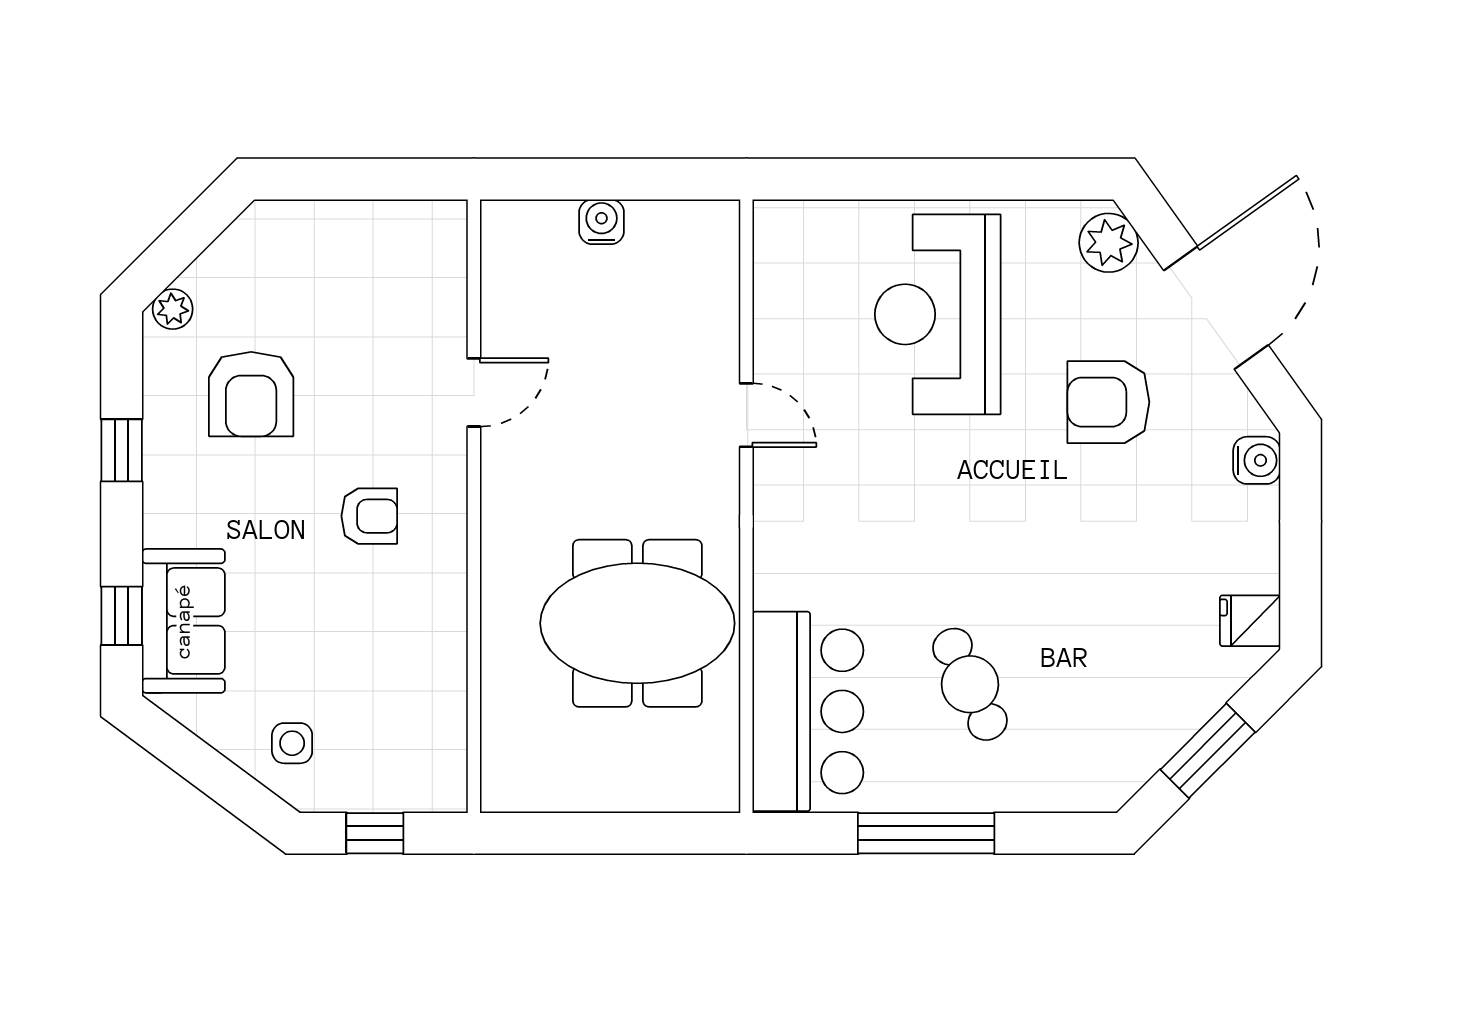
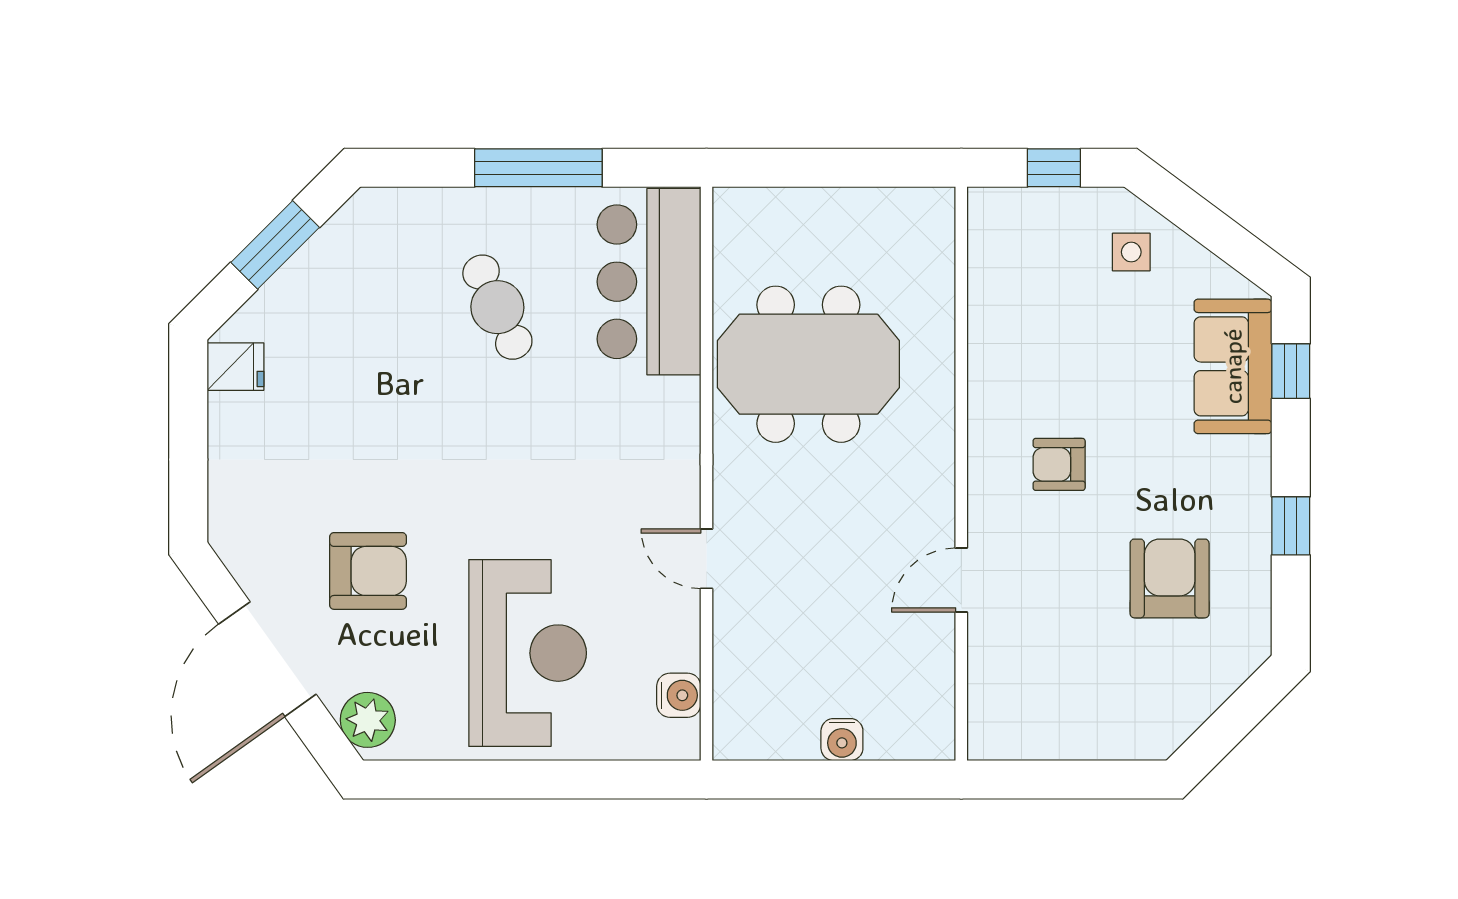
plant: (173, 309) -> (1243, 658), removed
water cooler: (1257, 460) -> (679, 695), moved, turned 180

